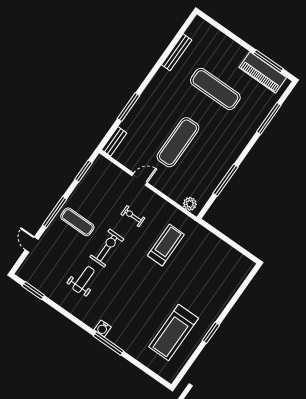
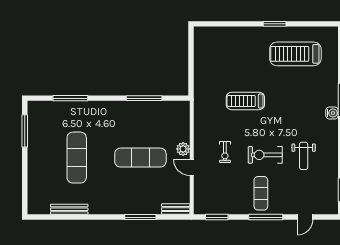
piano: (263, 73) -> (37, 129), removed
plant: (190, 204) -> (183, 149), moved
treadmill: (166, 245) -> (245, 101), moved
weight bench: (84, 280) -> (304, 156), turned -90
treadmill: (174, 333) -> (295, 54), turned 180

